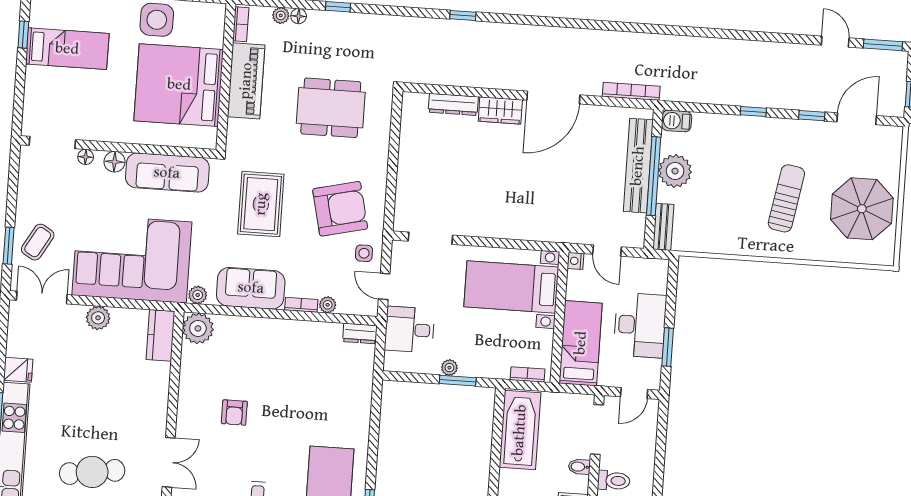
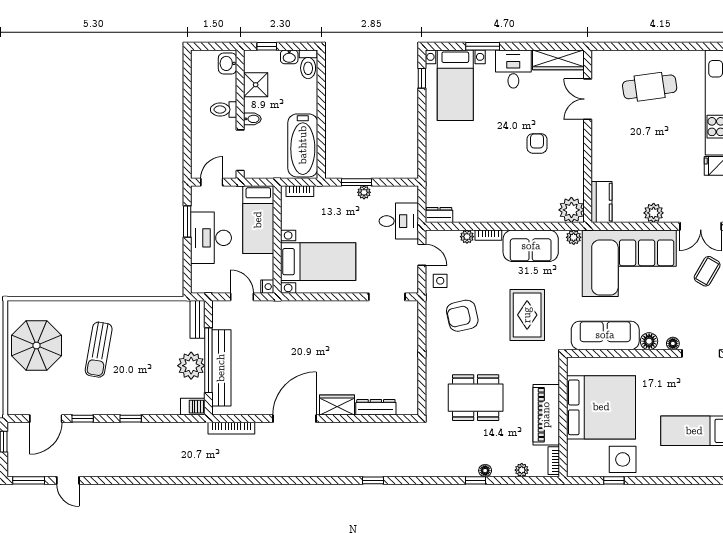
floor lamp: (299, 16) -> (485, 471), moved
armchair: (340, 209) -> (462, 316), width x0.73, depth x0.73

